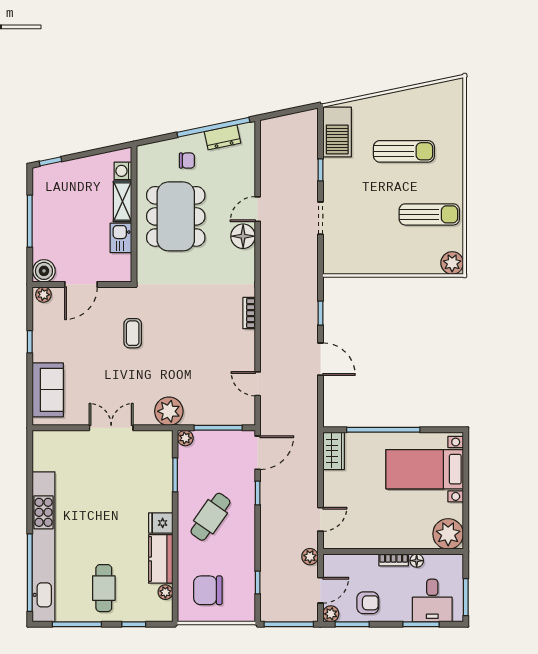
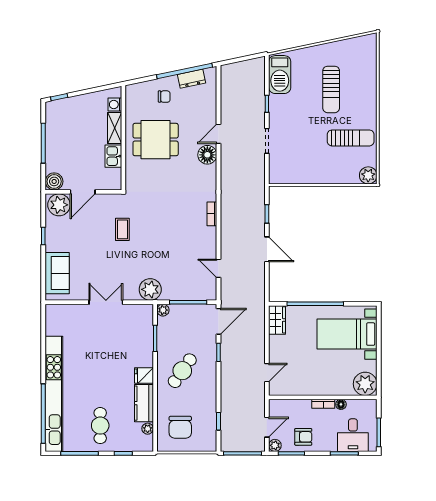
sun lounger: (404, 151) -> (331, 89), turned 90
dining table: (176, 216) -> (156, 140), width x0.73
plant: (43, 295) -> (59, 205), width x1.87, depth x1.87
plant: (310, 557) -> (259, 401), removed
chair: (208, 590) -> (180, 427), turned -90

